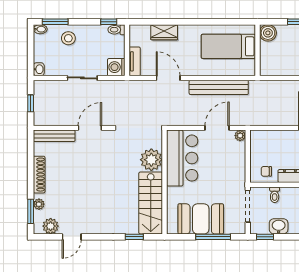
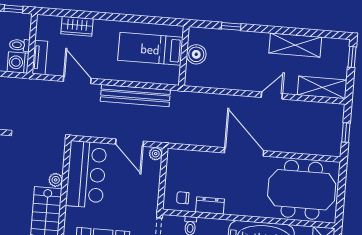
toilet: (116, 30) -> (20, 45), moved
boiler: (268, 33) -> (196, 54), moved
door: (217, 128) -> (129, 143), swing flipped
plant: (151, 160) -> (56, 180), width x0.53, depth x0.53

